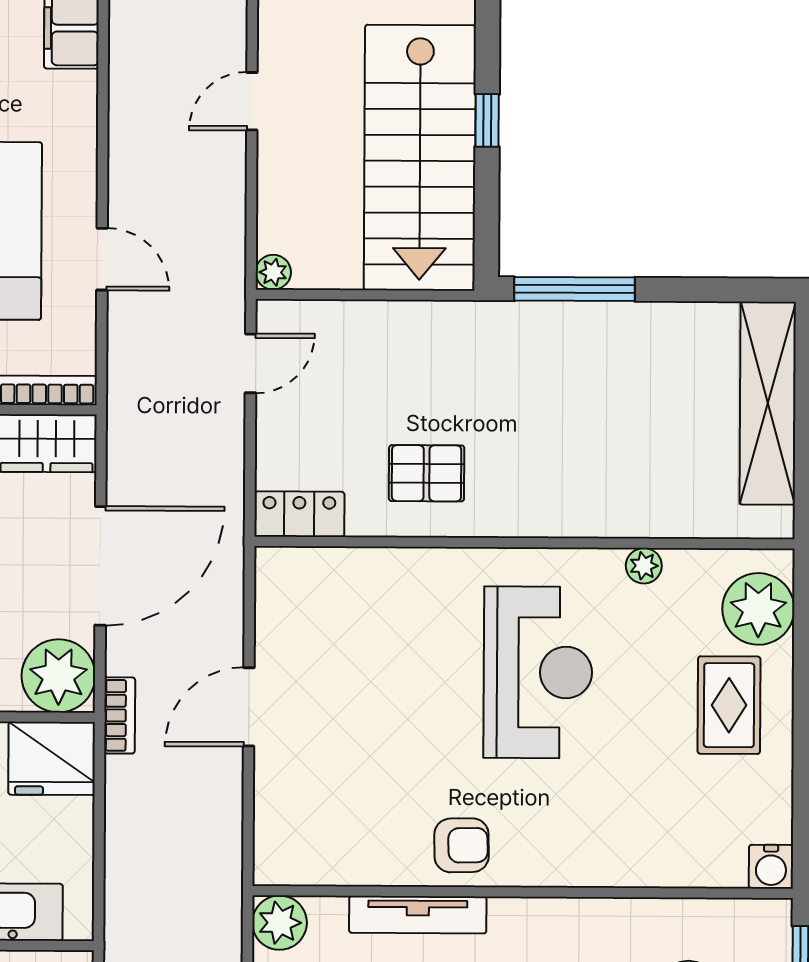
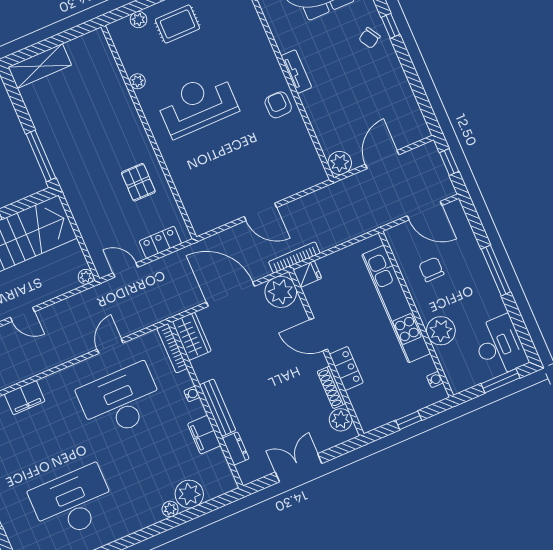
shelving: (768, 403) -> (40, 66), width x0.68
locker: (299, 514) -> (160, 242), moved, turned 90
plant: (758, 609) -> (138, 20), width x0.53, depth x0.53
bookcase: (120, 715) -> (294, 257), width x1.56
fridge: (52, 758) -> (307, 274), width x0.53, depth x0.75
tv unit: (418, 915) -> (296, 72), moved, width x0.71

